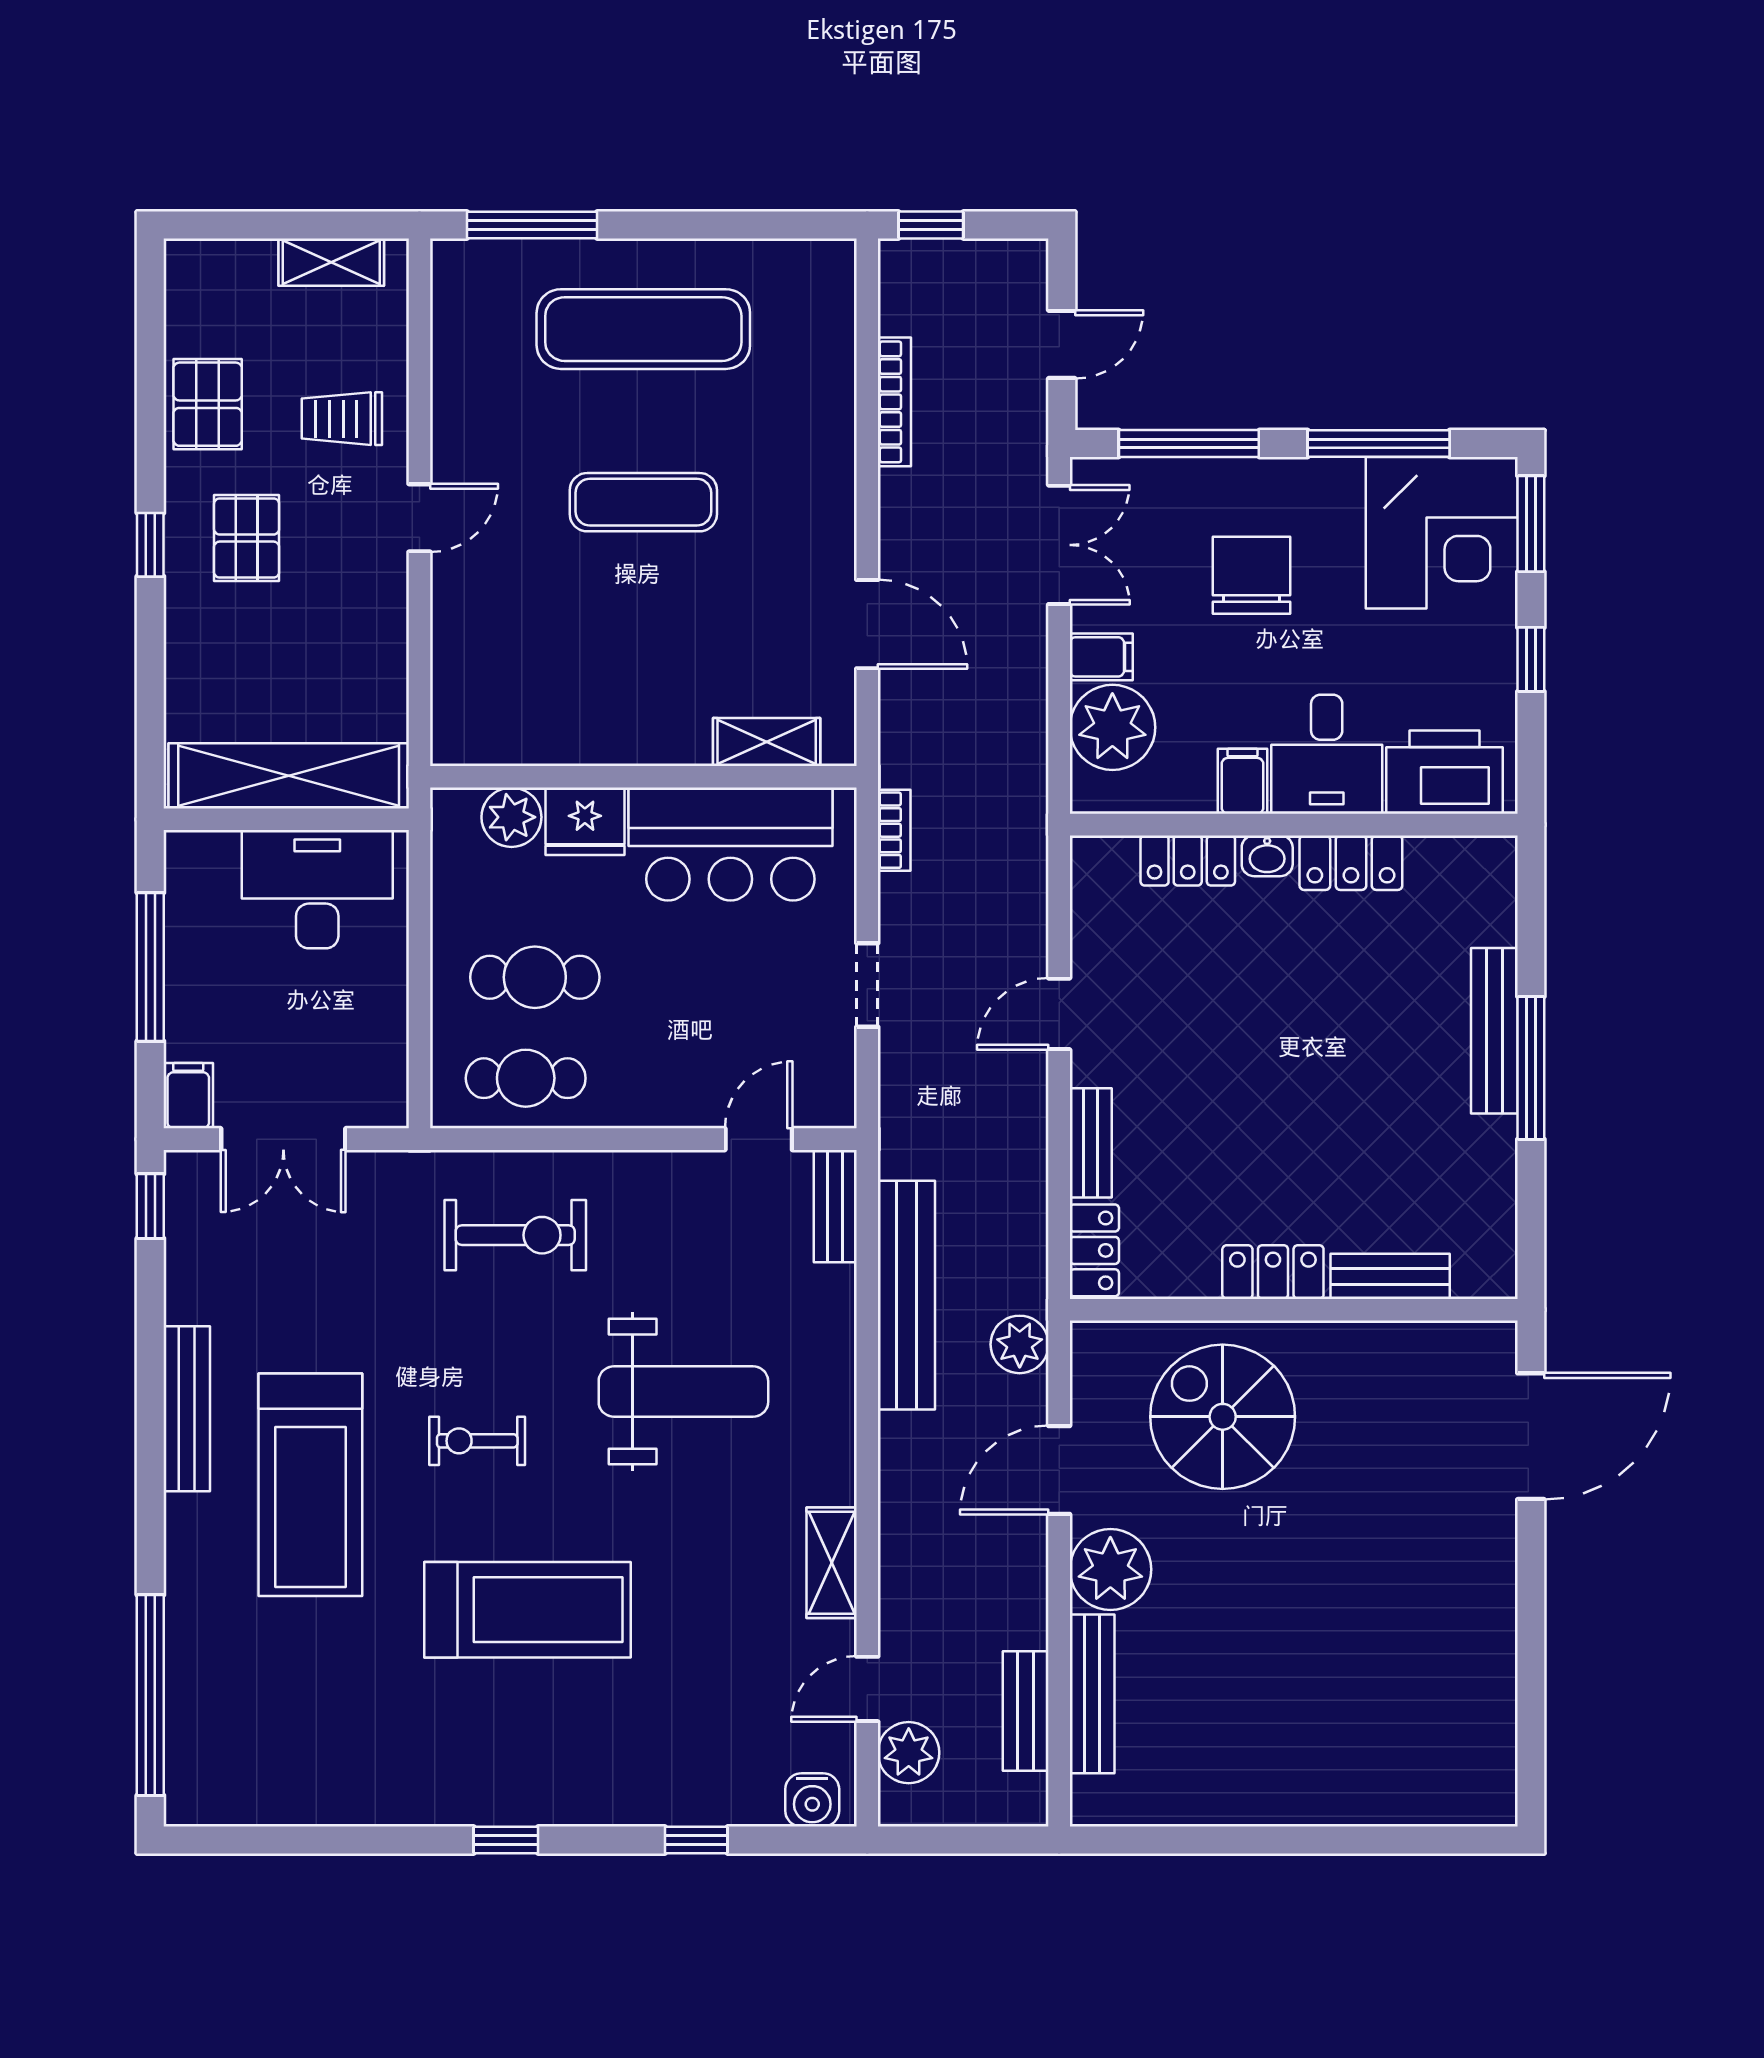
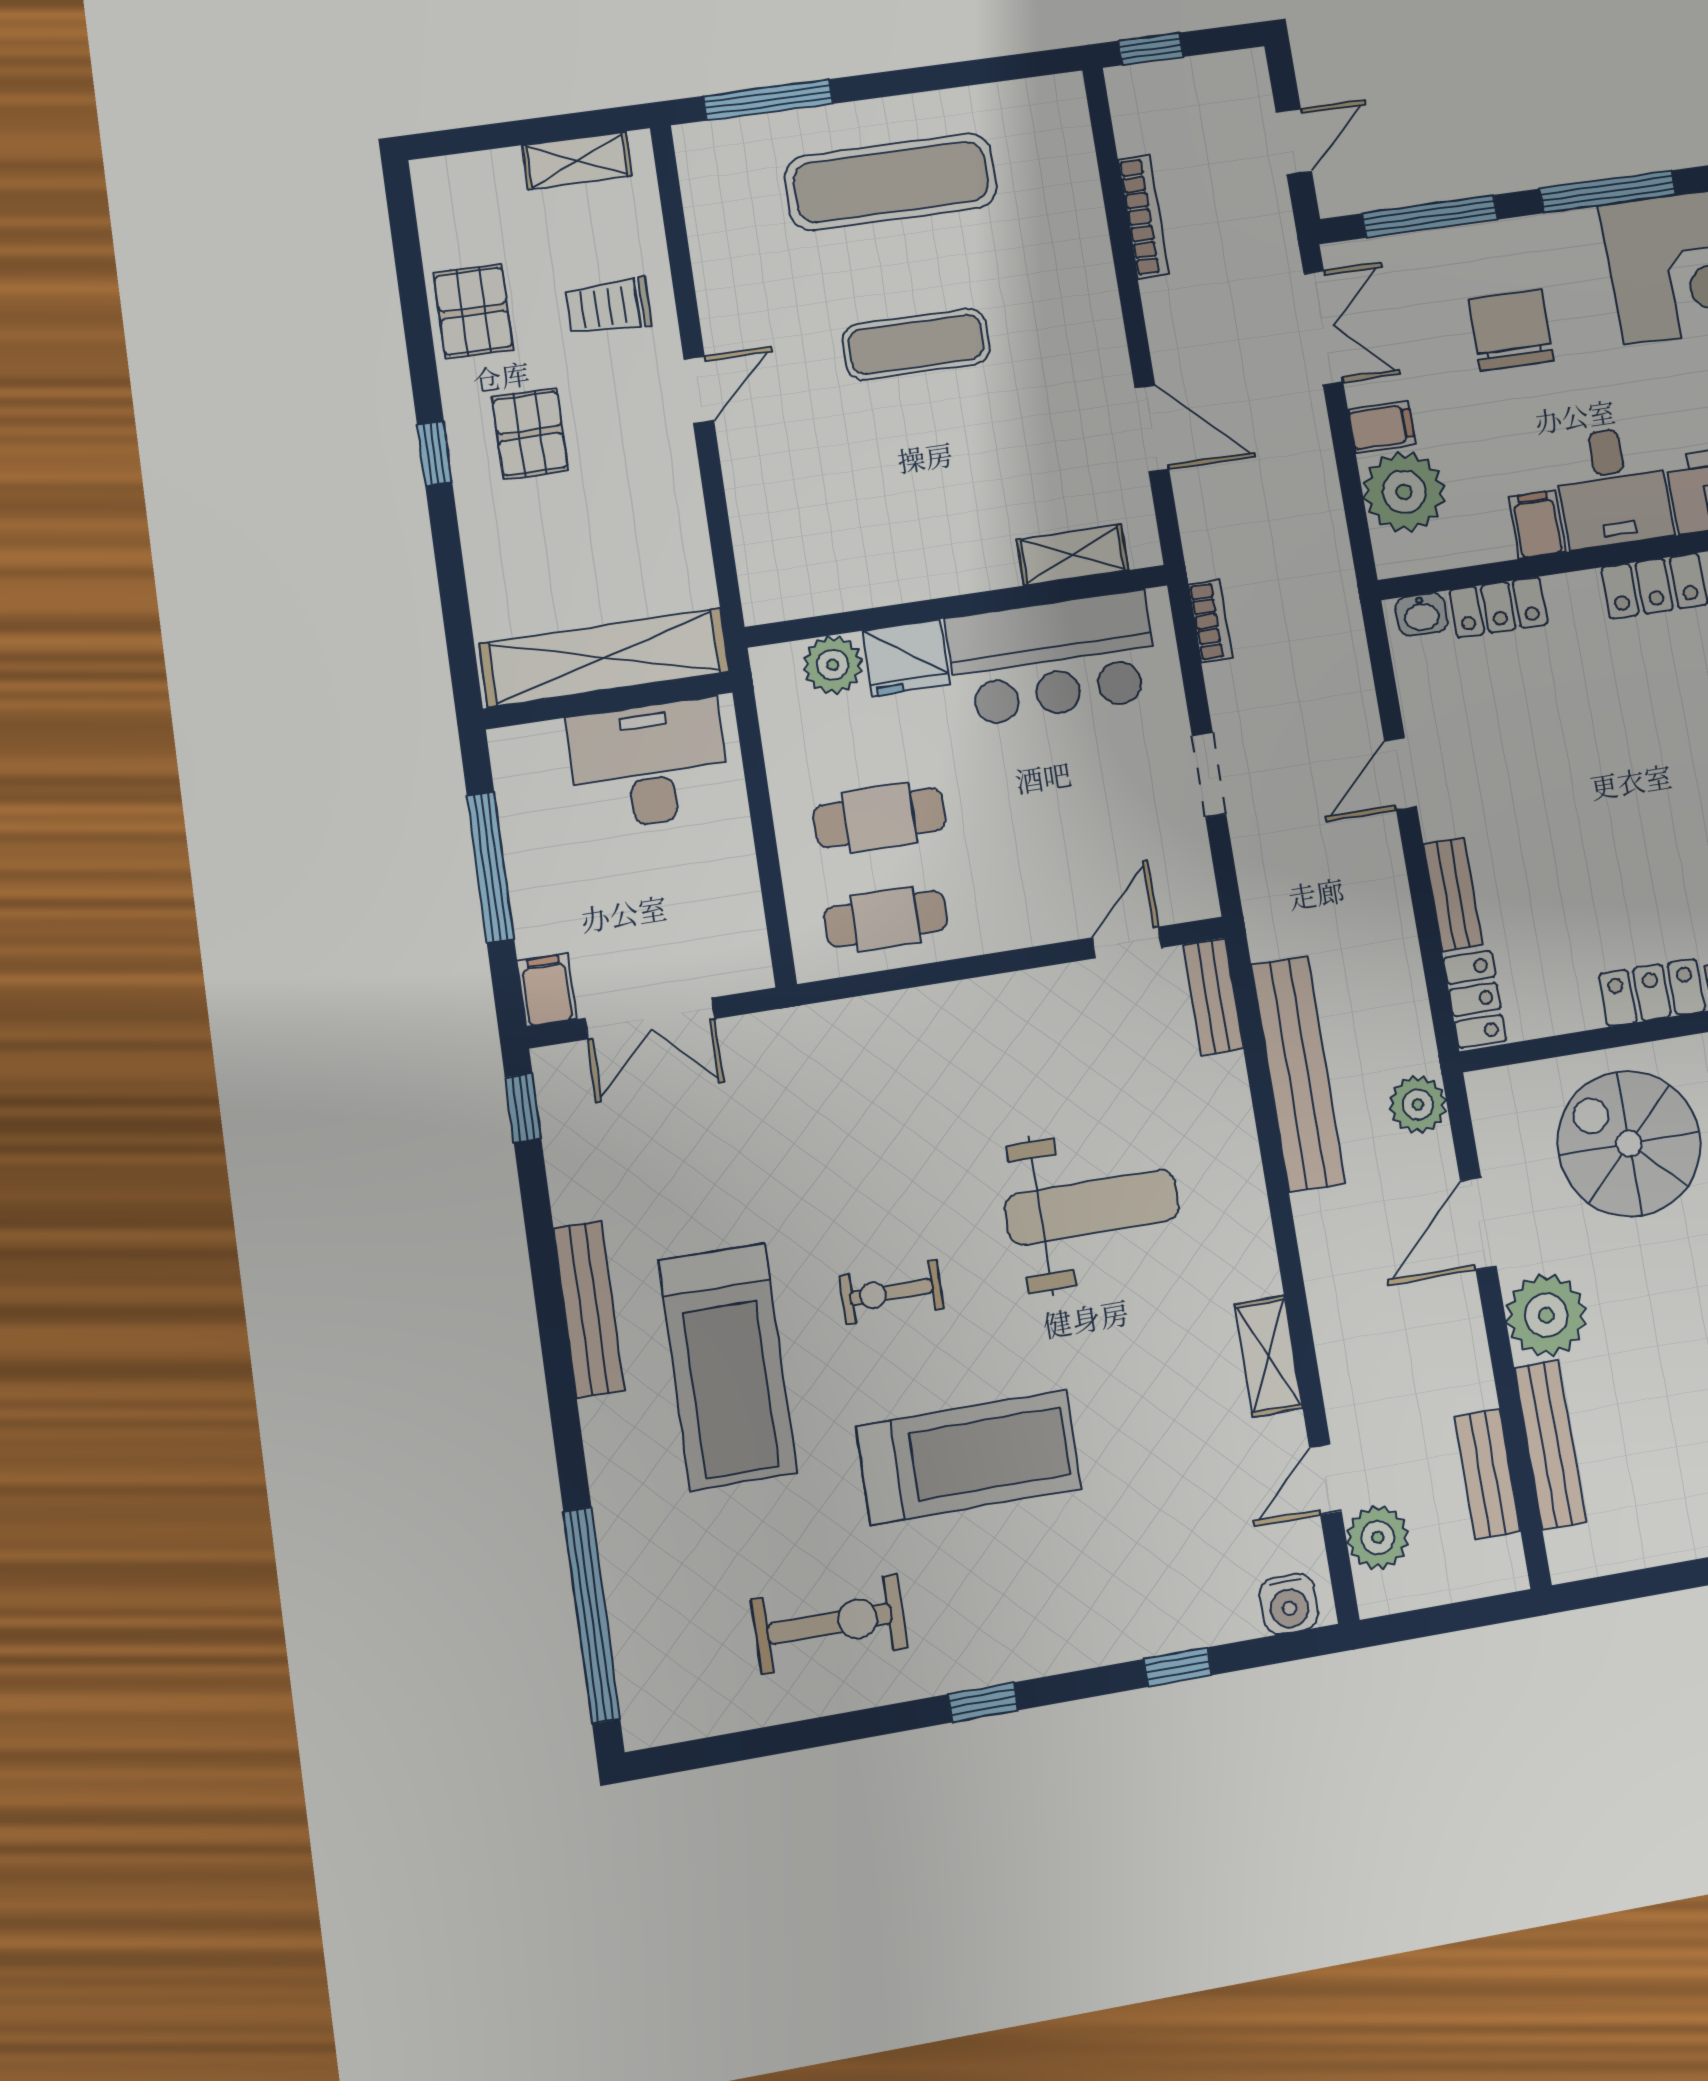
washbasin: (1267, 856) -> (1422, 614), moved
exercise bike: (515, 1235) -> (830, 1624), moved

